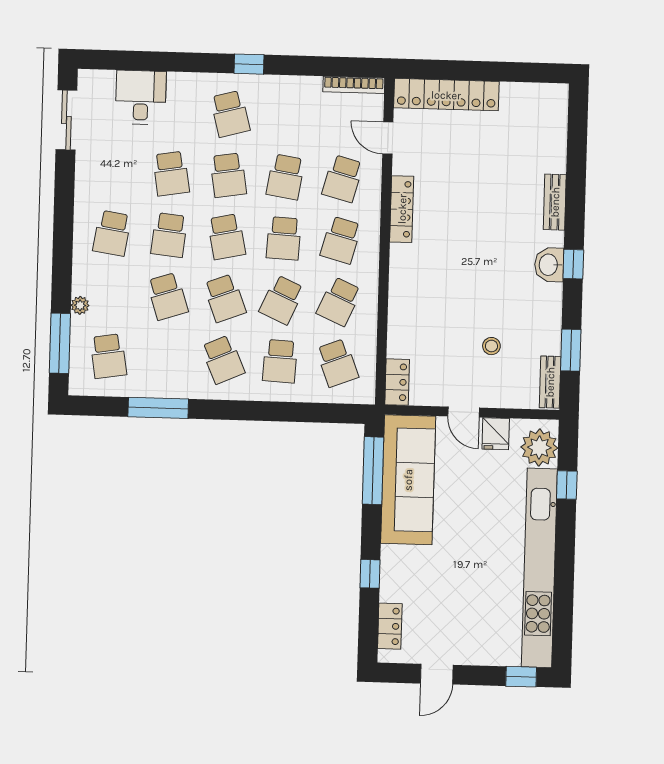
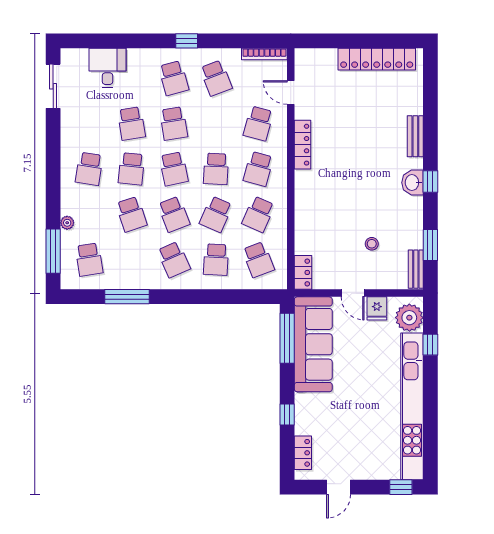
locker: (446, 95) -> (377, 59), moved
school desk: (285, 177) -> (216, 78), moved, turned -30

